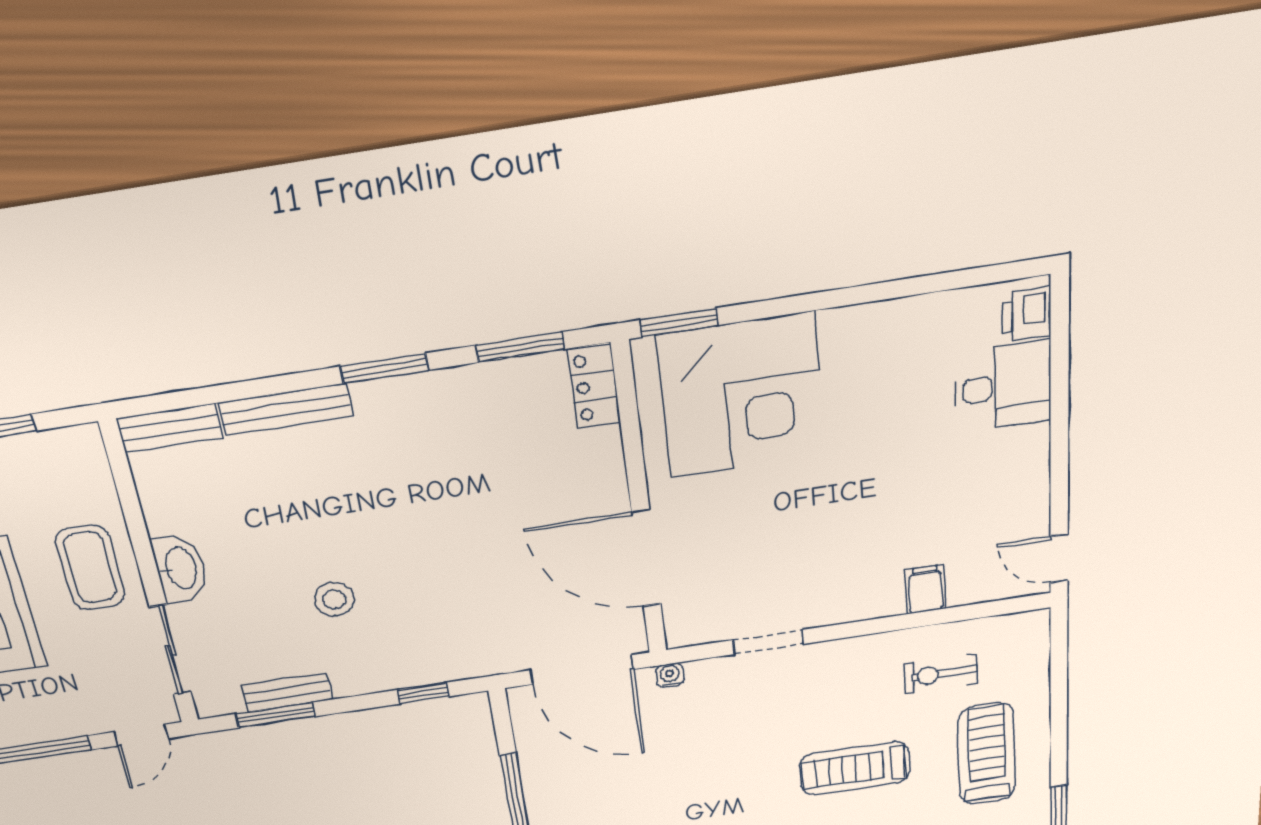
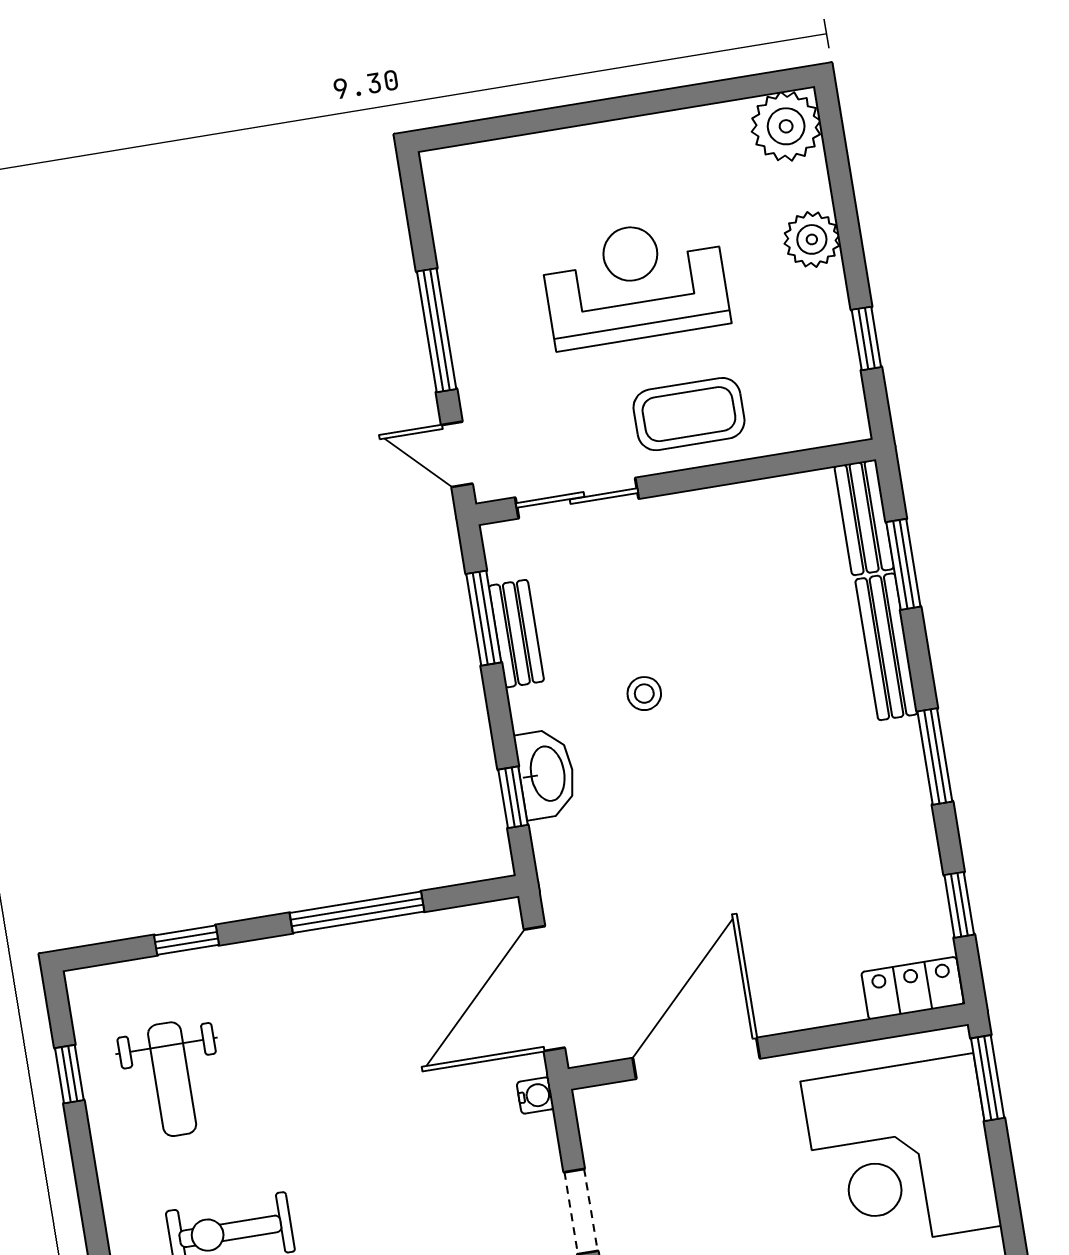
window: (520, 347) -> (959, 905), width x0.67
window: (210, 395) -> (903, 564), added
washbasin: (180, 568) -> (546, 774), moved, turned -90
stool: (334, 599) -> (644, 694), width x0.73, depth x0.73

